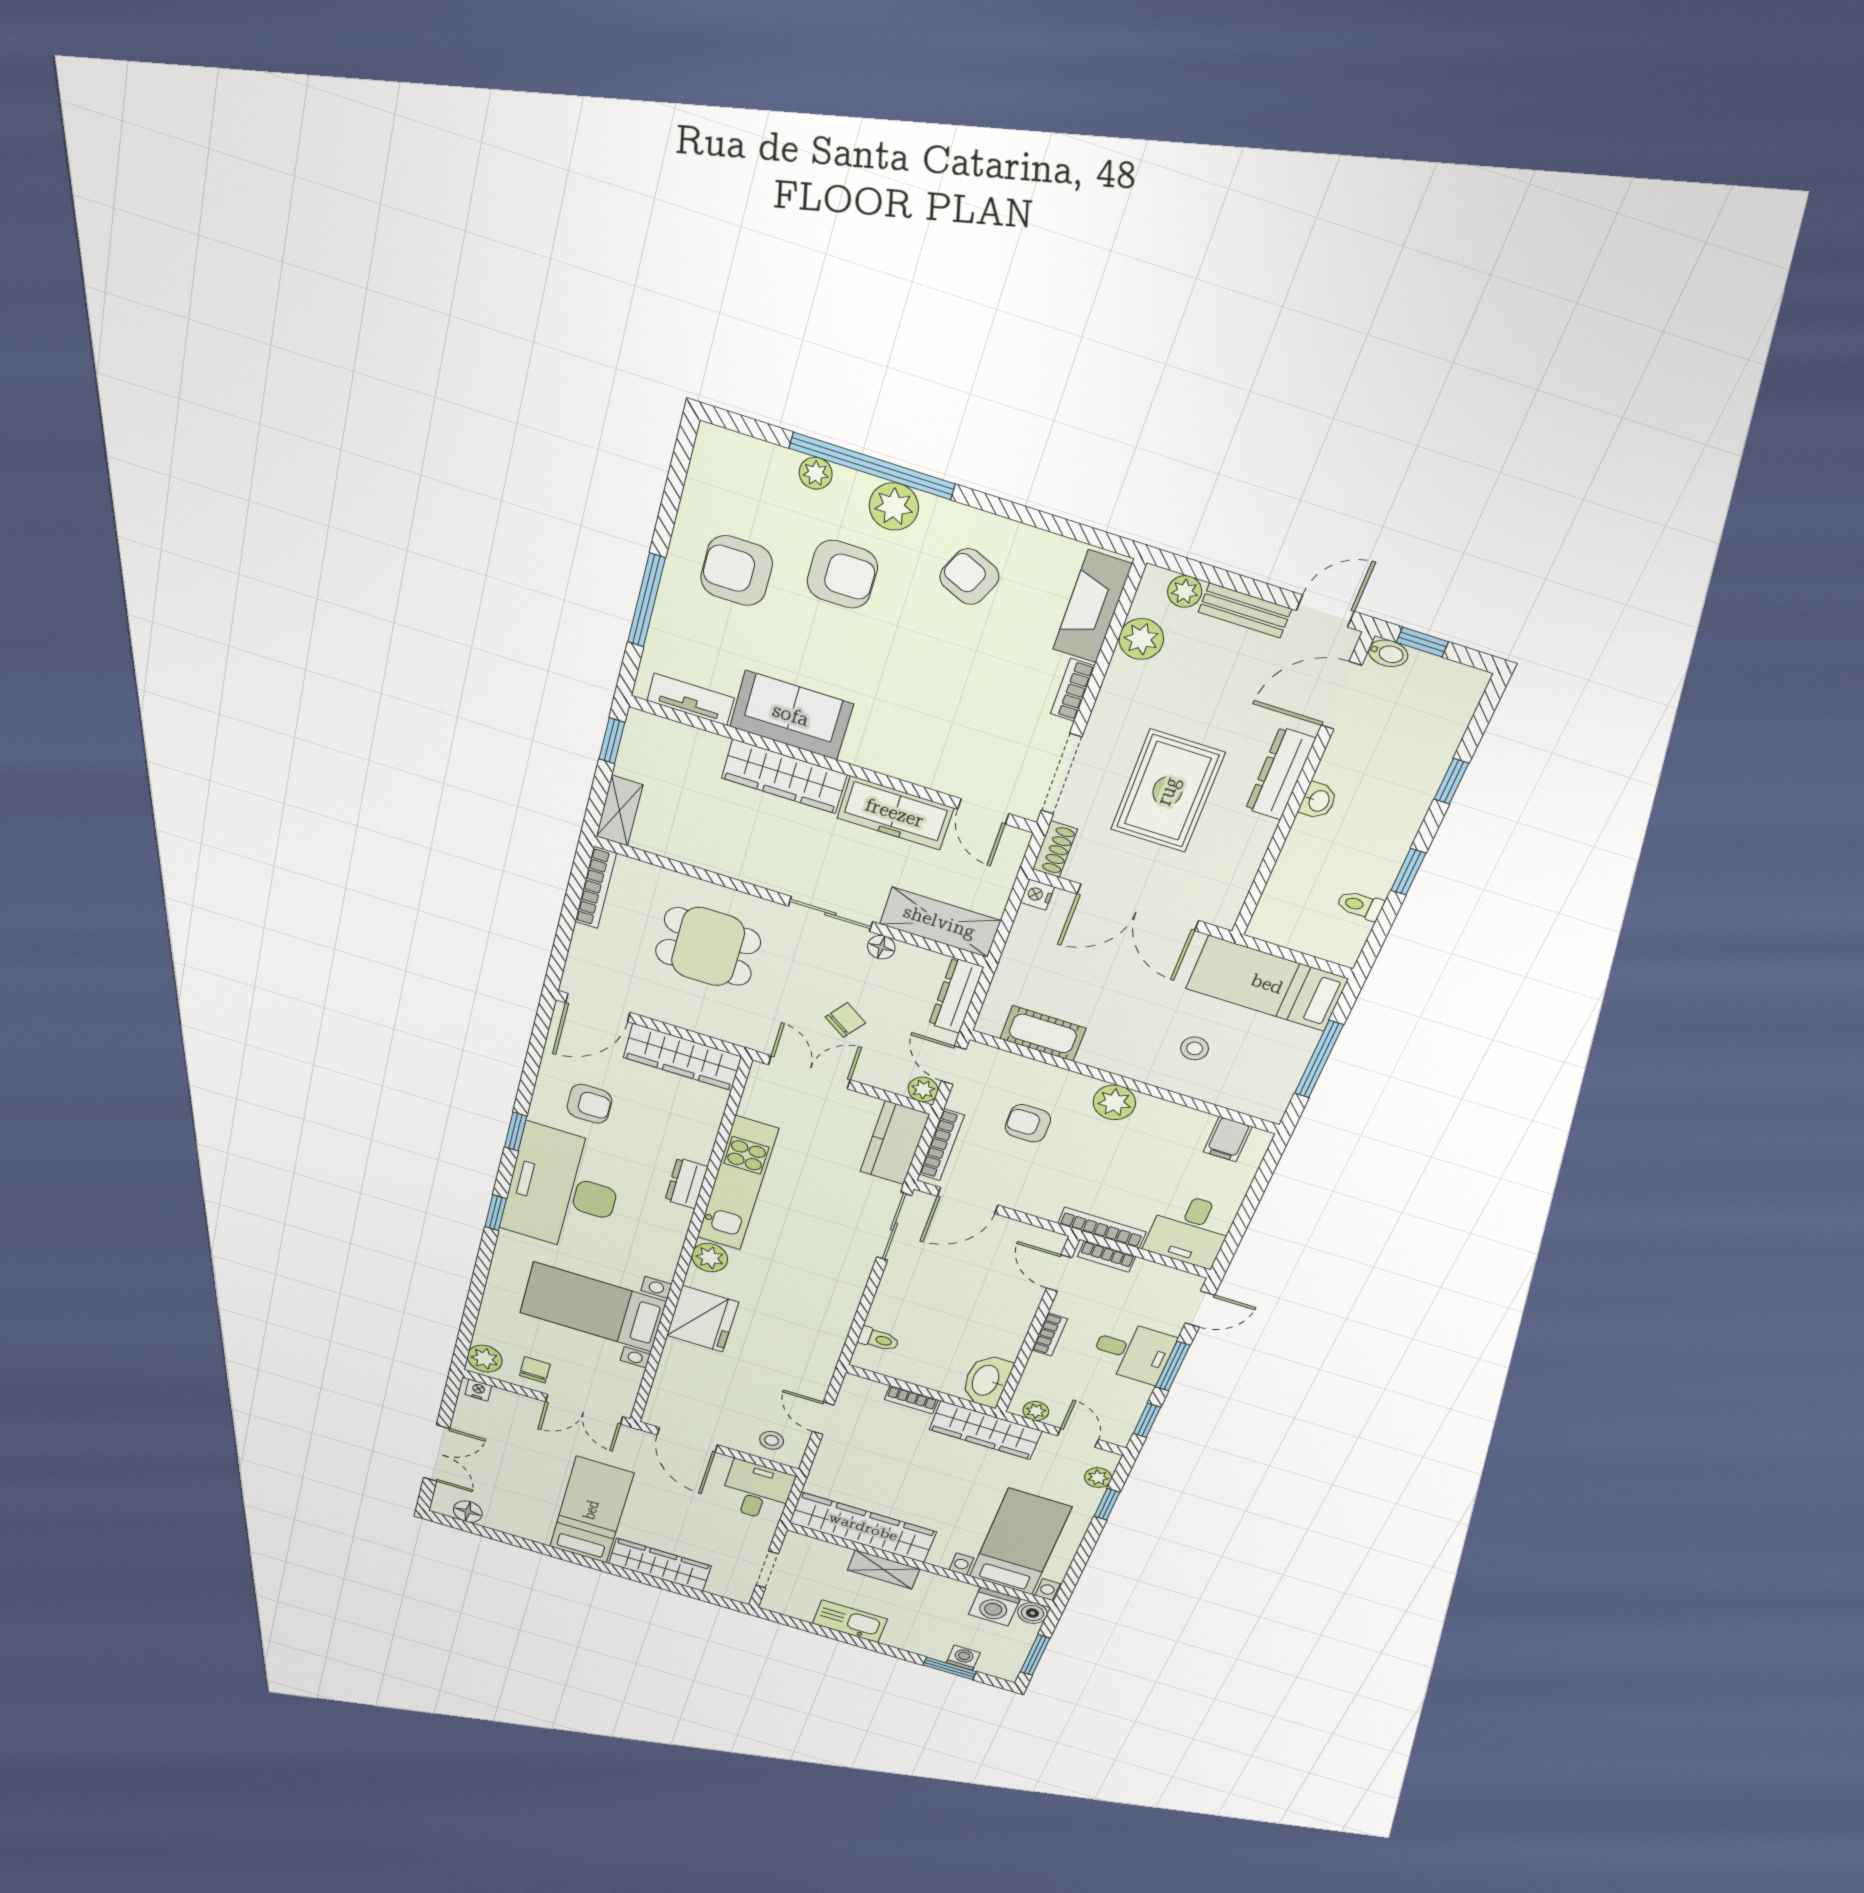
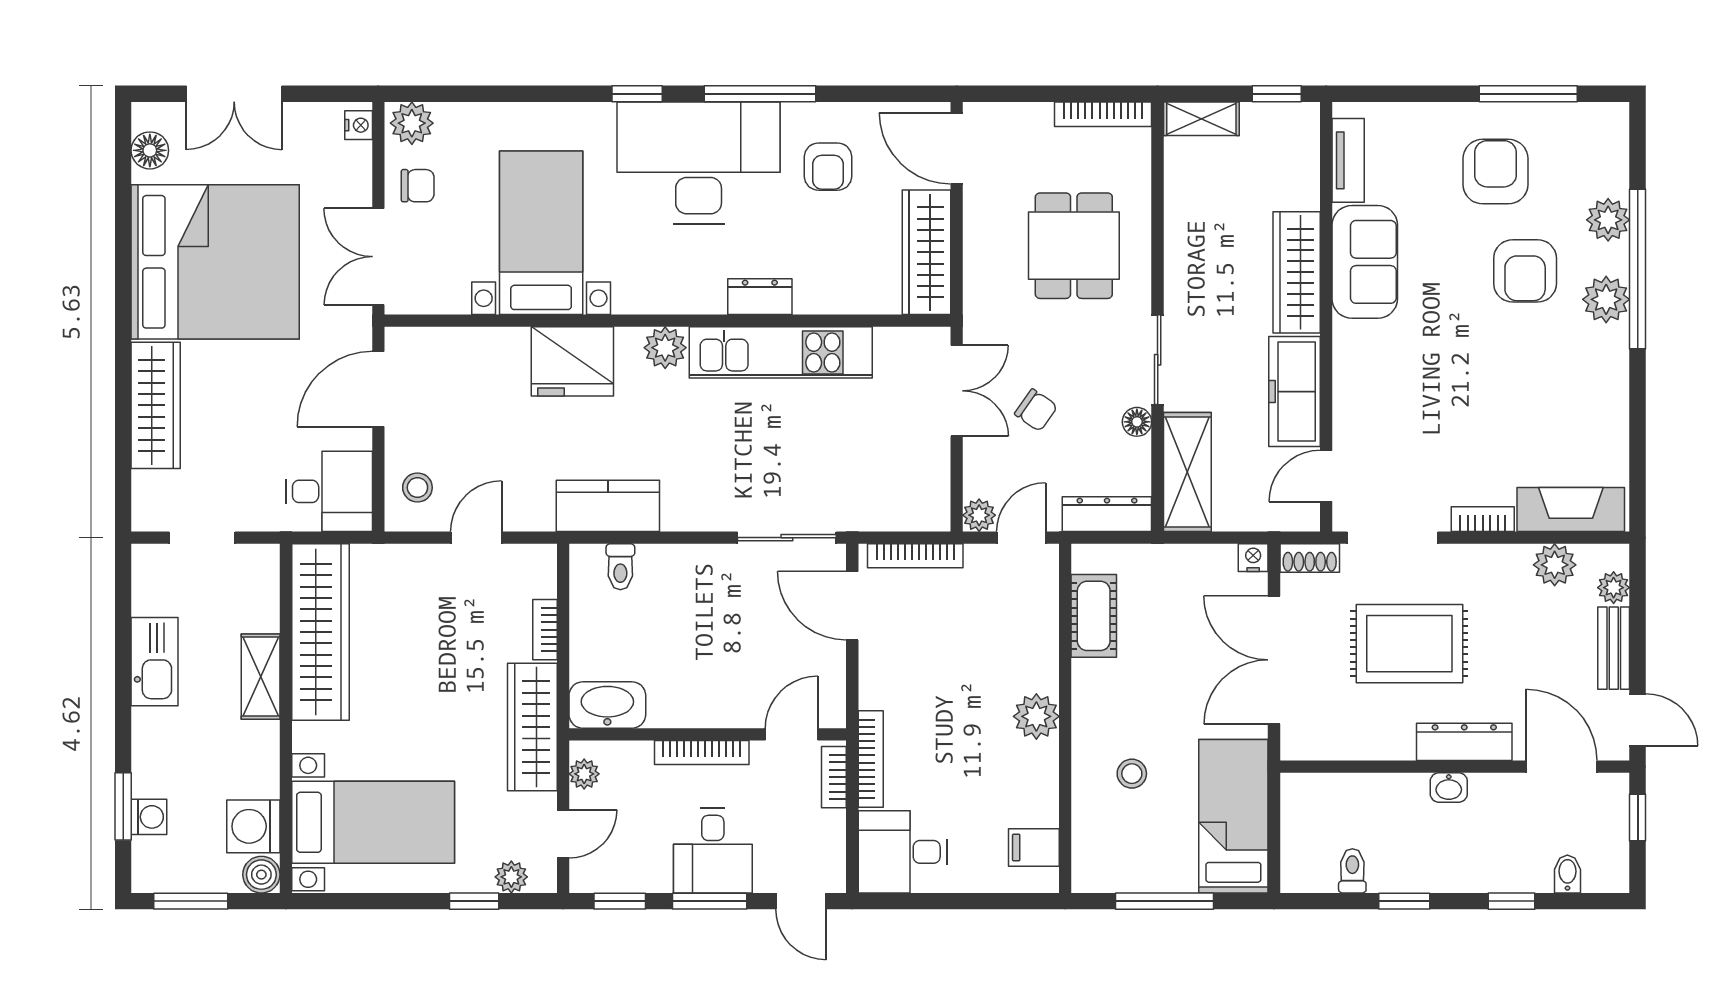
plant: (816, 473) -> (1608, 220), width x1.38, depth x1.38
armchair: (969, 577) -> (1562, 388), removed
window: (646, 600) -> (1528, 94), moved
bidet: (1388, 653) -> (1567, 874), moved, turned 180
armchair: (1028, 1123) -> (977, 637), removed
window: (516, 1132) -> (760, 94), width x2.17
kitchen counter: (895, 1143) -> (608, 506), moved
bookcase: (1050, 1334) -> (702, 753), width x1.56
bed: (591, 1510) -> (215, 262), width x2.04

